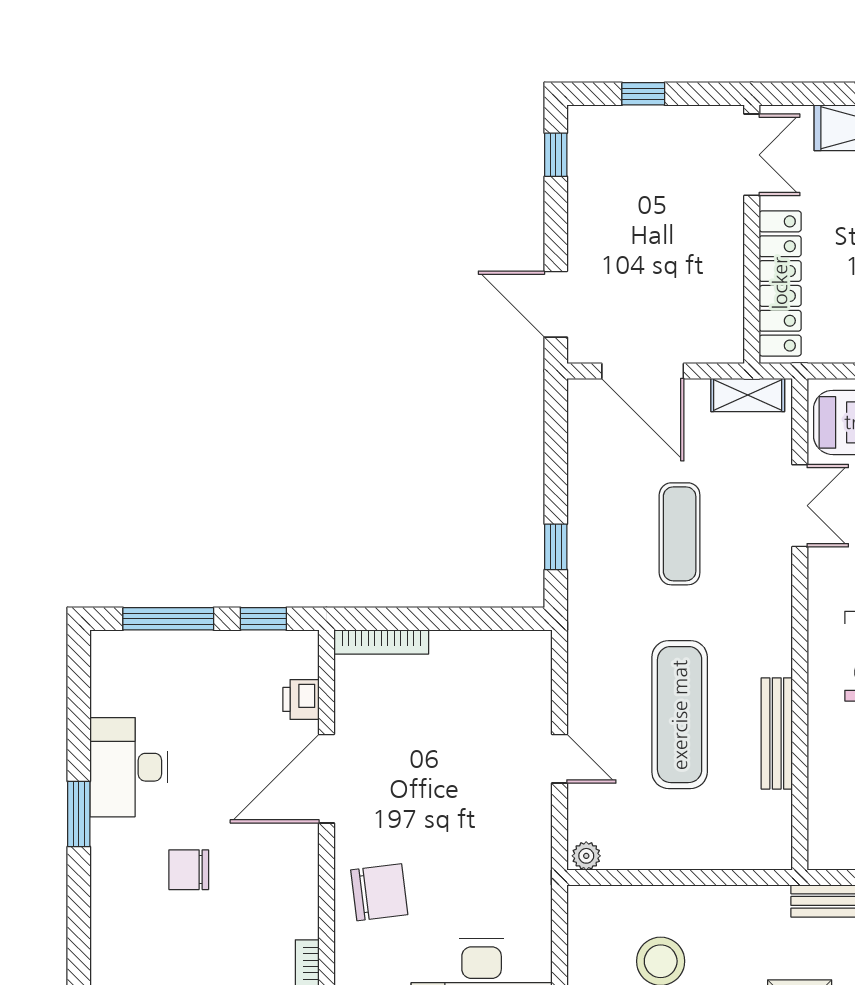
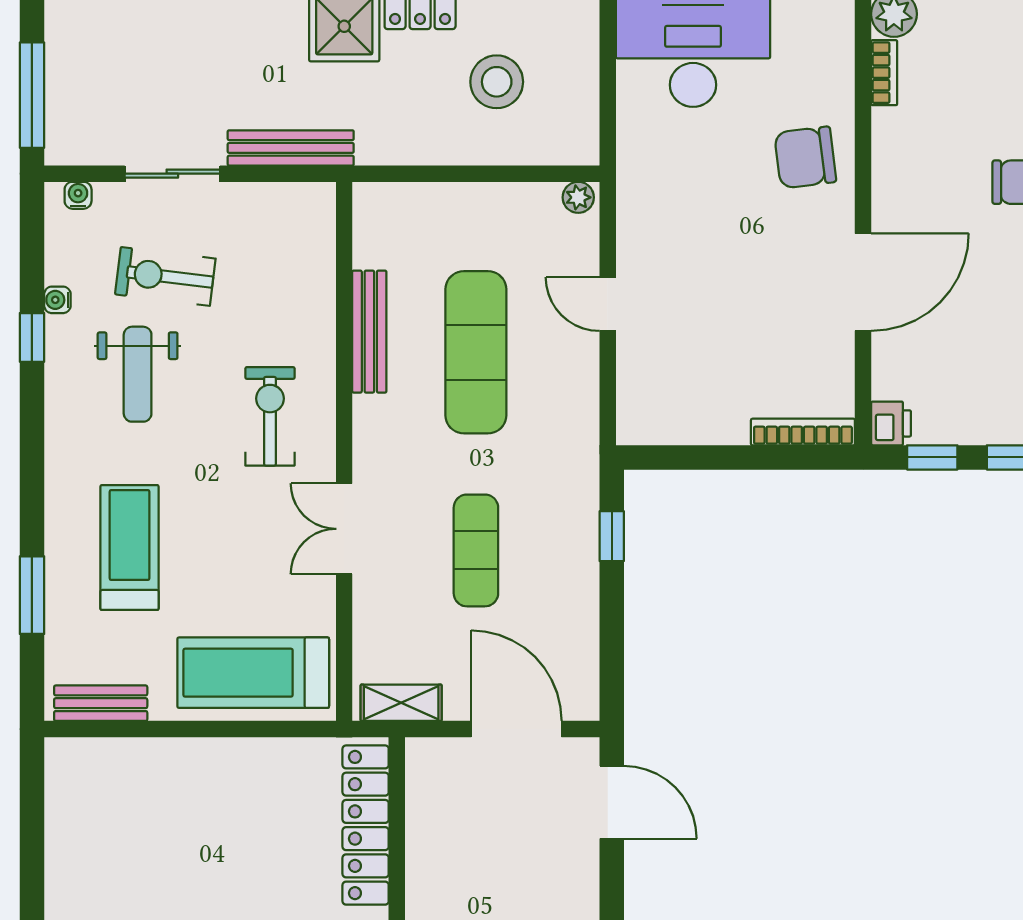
double door: (800, 506) -> (344, 529), moved
printer: (301, 699) -> (891, 423), moved

